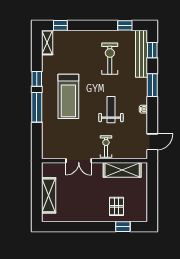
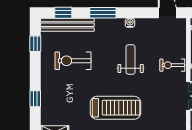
window: (60, 25) -> (35, 99), moved
weight bench: (111, 110) -> (131, 60), turned 90

